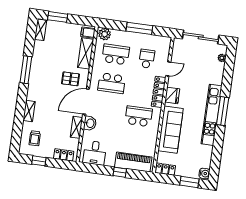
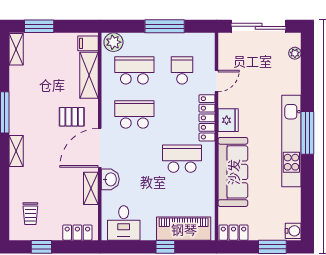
school desk: (112, 83) -> (134, 114), turned 180
shelving: (29, 111) -> (16, 151), moved

